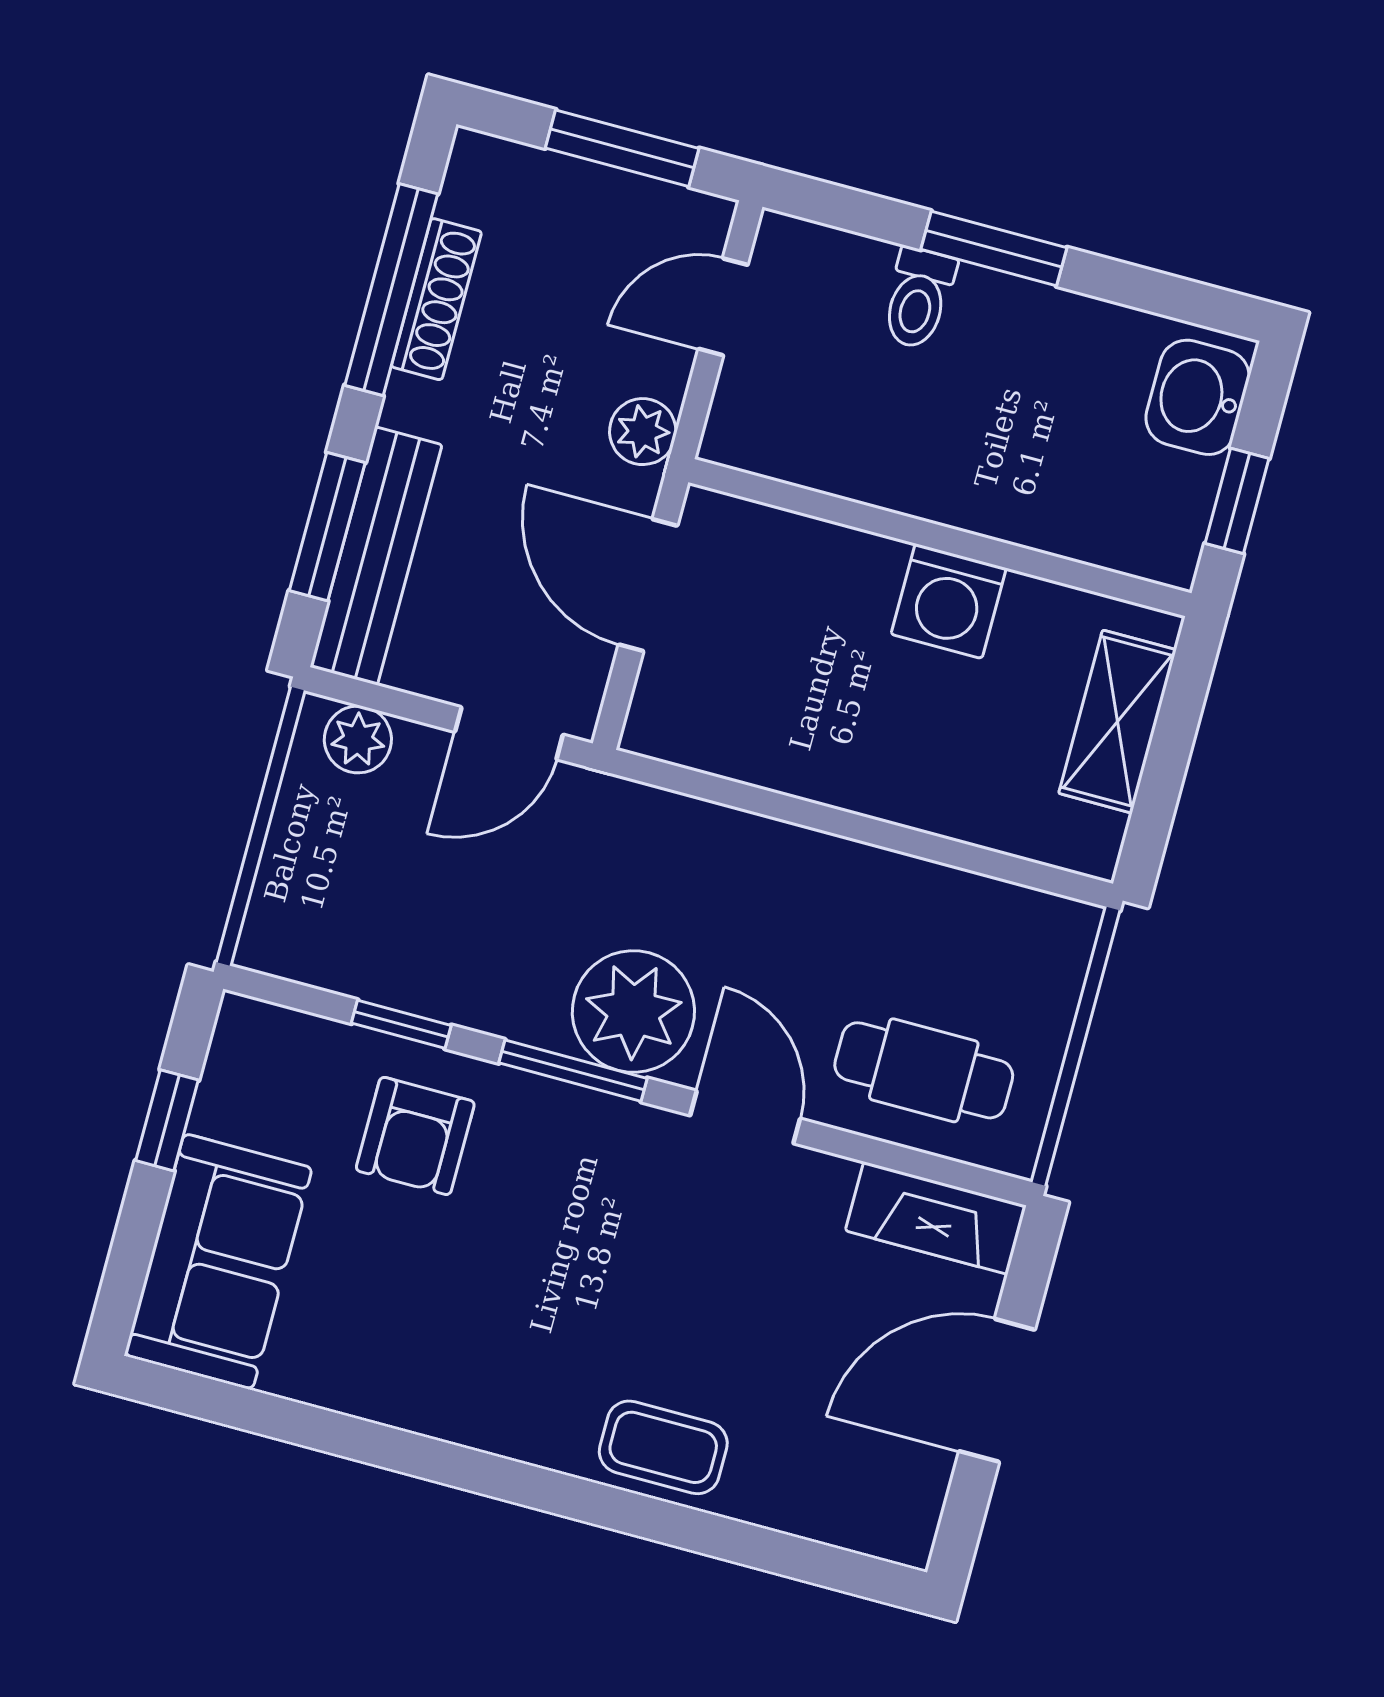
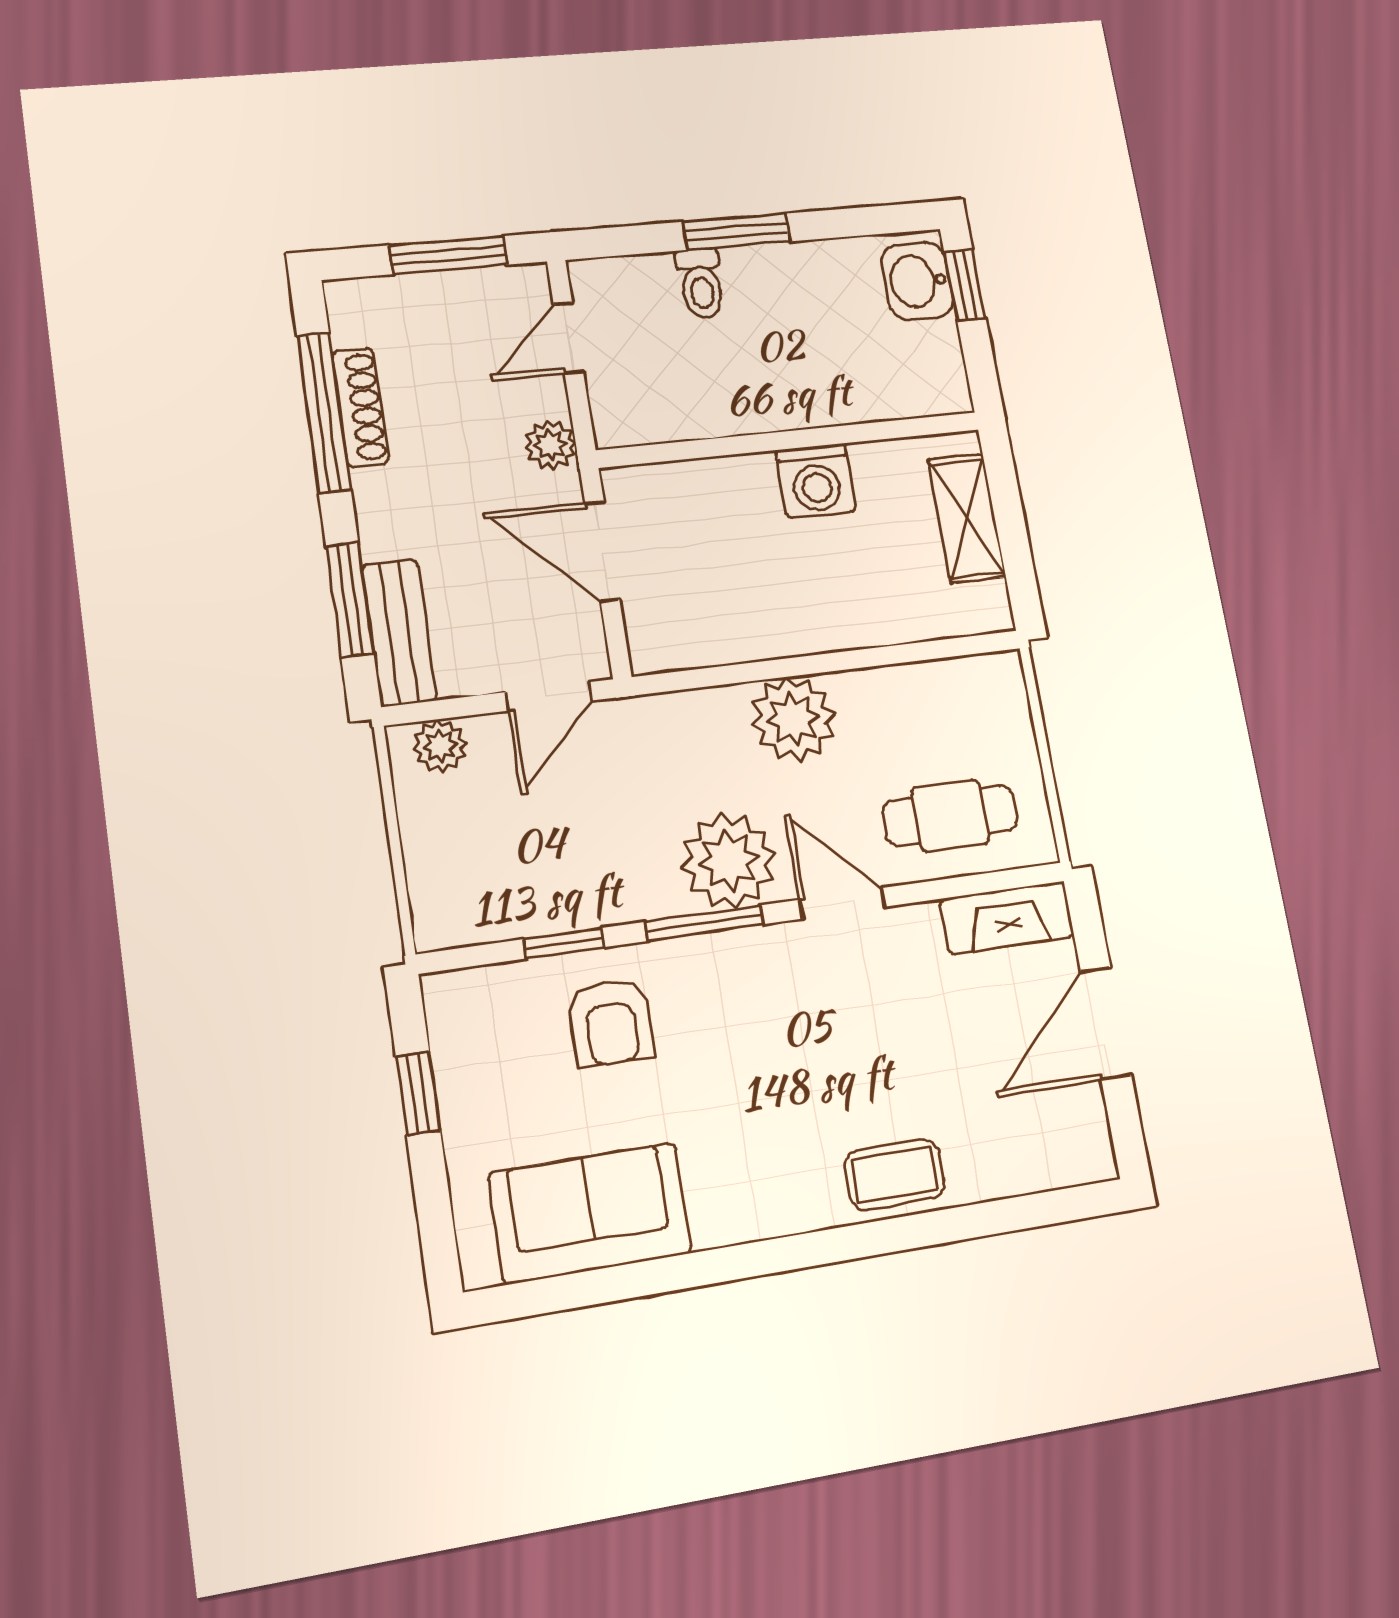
window: (1237, 501) -> (965, 285), moved
bench: (376, 556) -> (399, 633), width x0.73
plant: (787, 878) -> (793, 719), added
sofa: (218, 1261) -> (590, 1213), moved, turned -90

